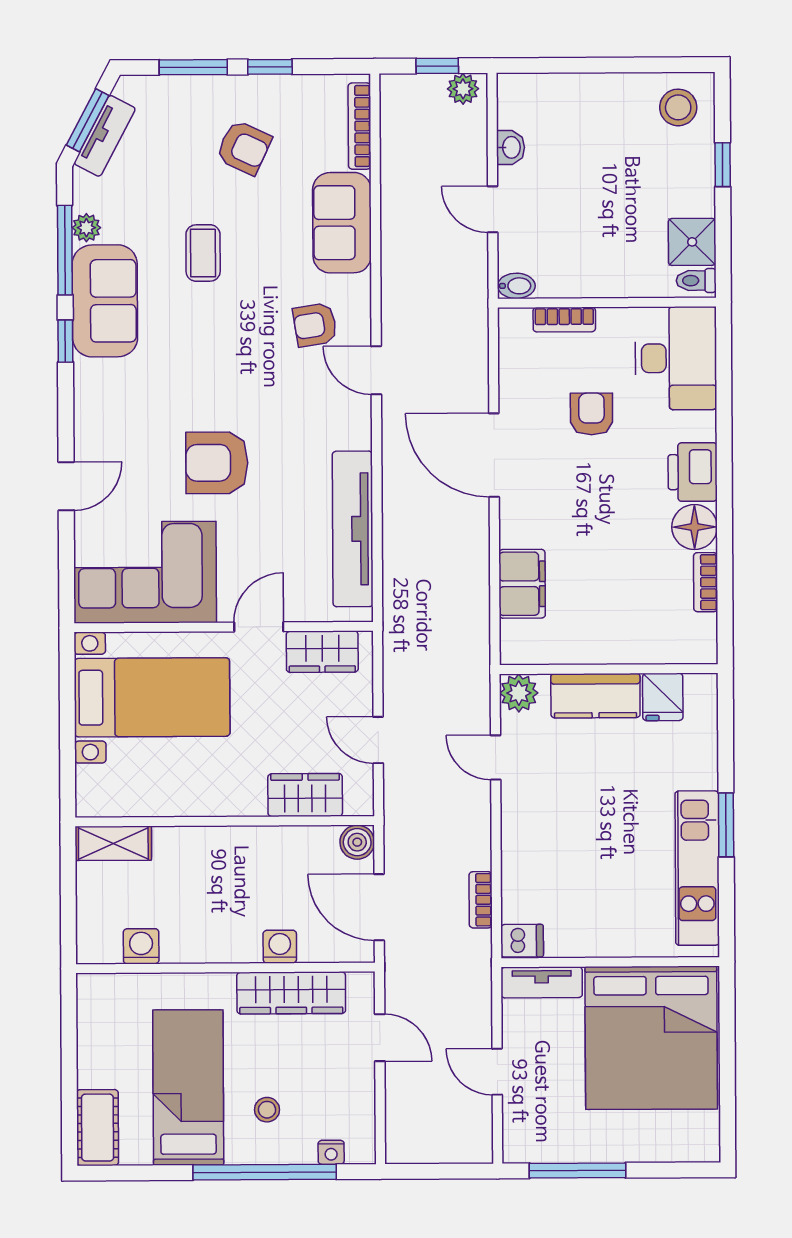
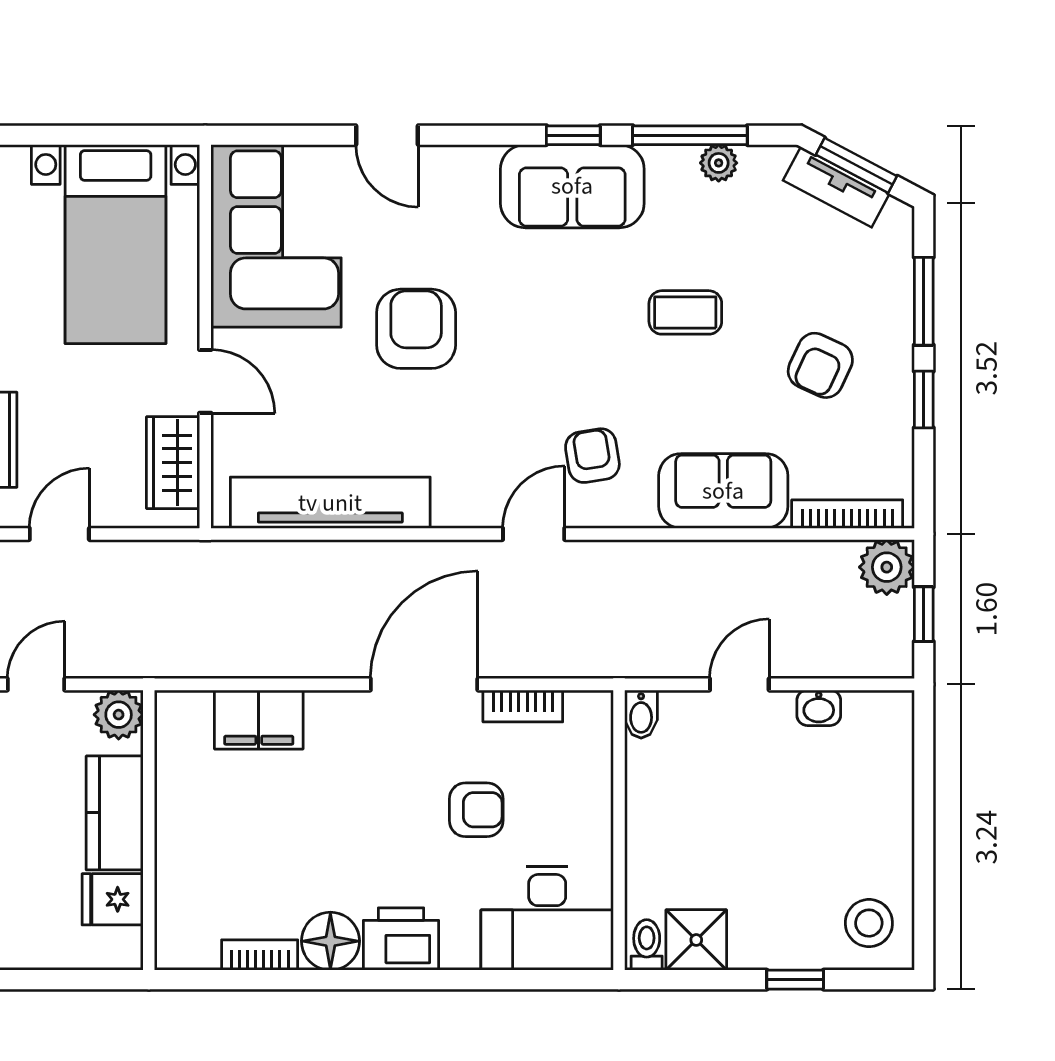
plant: (463, 89) -> (887, 567), moved, width x1.38, depth x1.38
sofa: (105, 301) -> (572, 186), moved
bookcase: (564, 320) -> (523, 706), moved, turned -90

